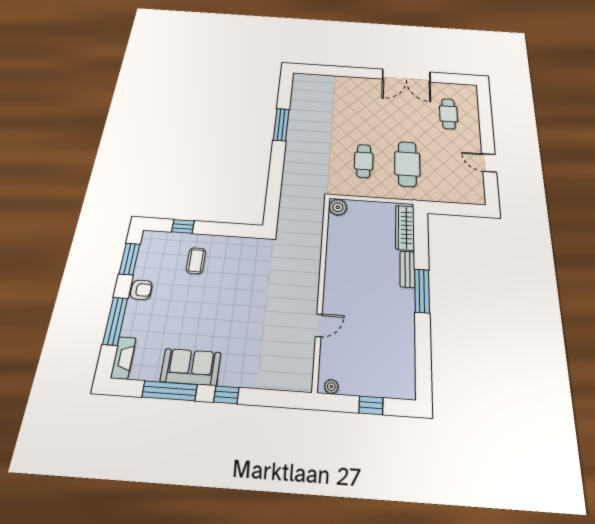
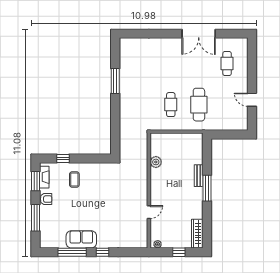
plant: (338, 207) -> (156, 162), moved
wardrobe: (405, 228) -> (197, 234), moved
fireplace: (123, 358) -> (44, 177), moved

